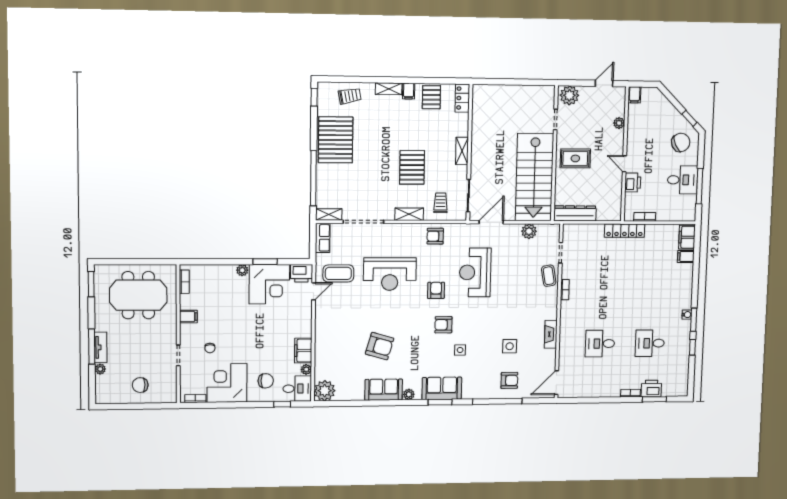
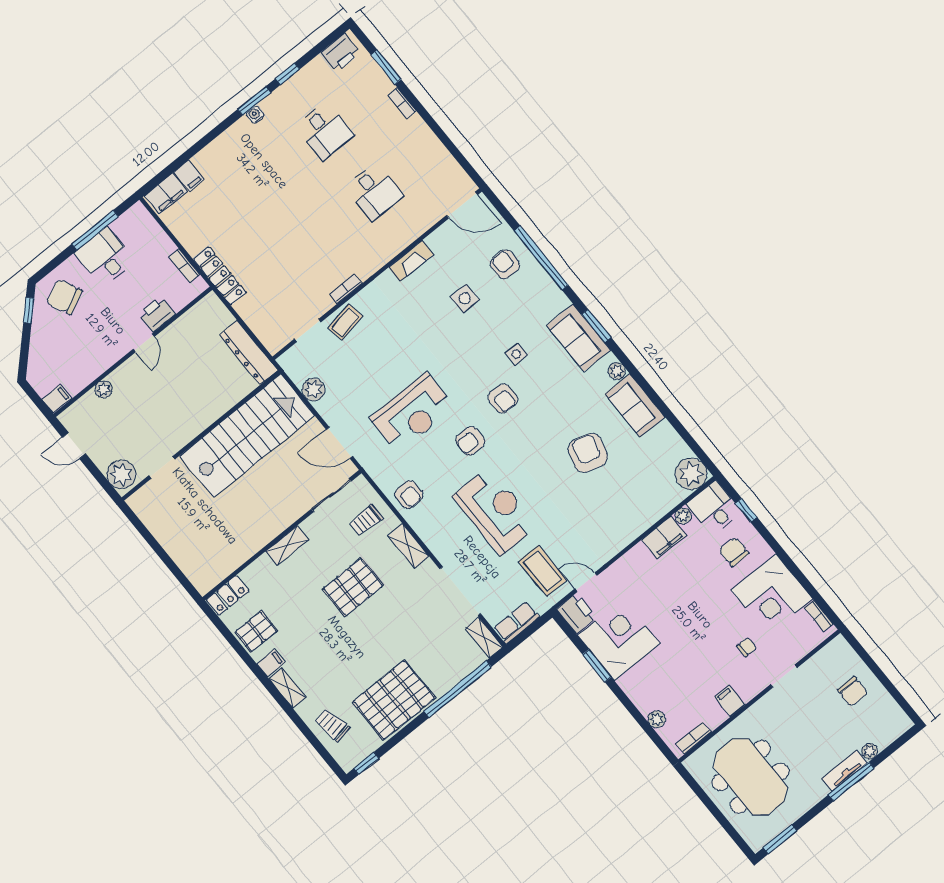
rug: (575, 158) -> (186, 406), removed
plant: (242, 270) -> (657, 719), moved
printer: (651, 388) -> (341, 53), moved, turned -90

